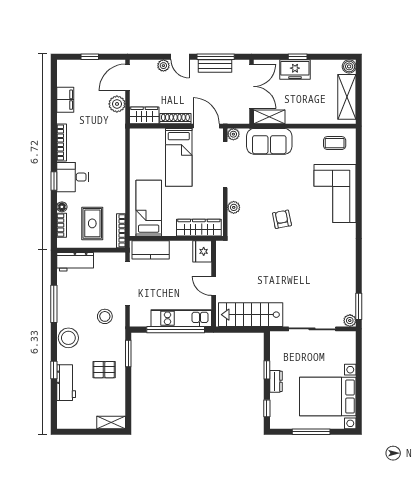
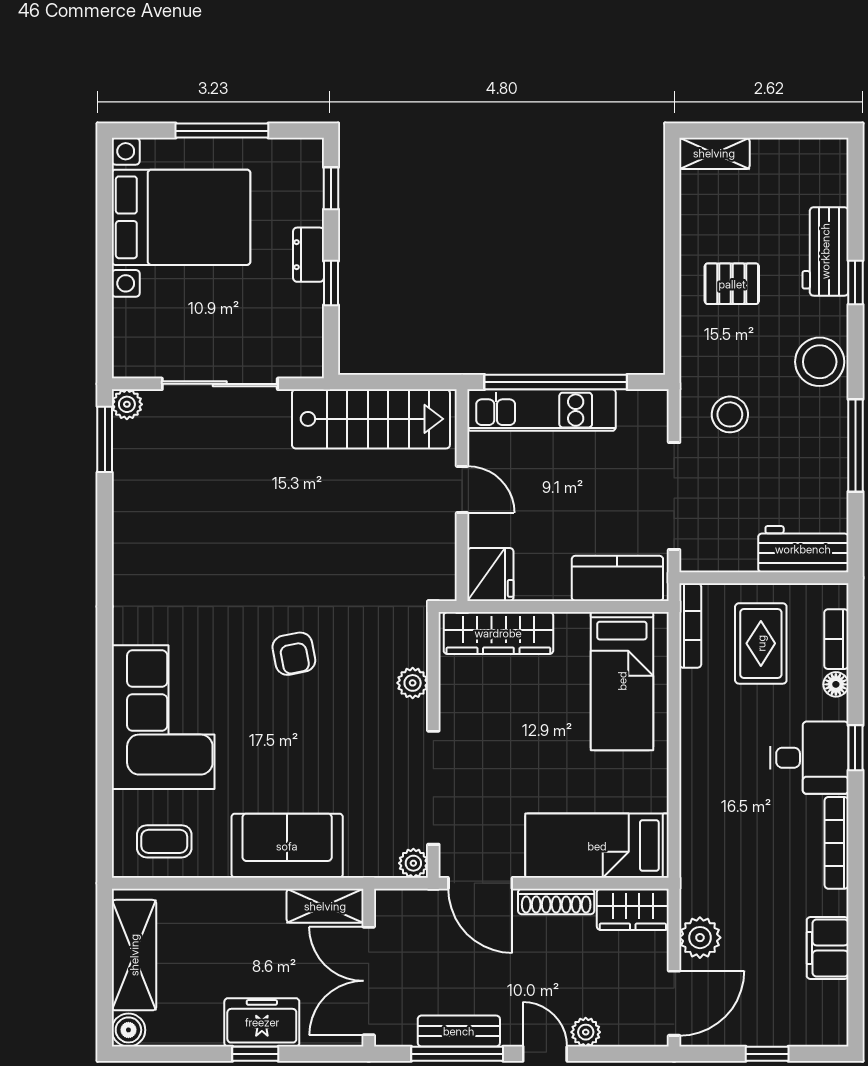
sofa: (269, 141) -> (287, 846), moved
bed: (179, 157) -> (597, 846), moved, turned -90
window: (128, 353) -> (672, 323), removed

